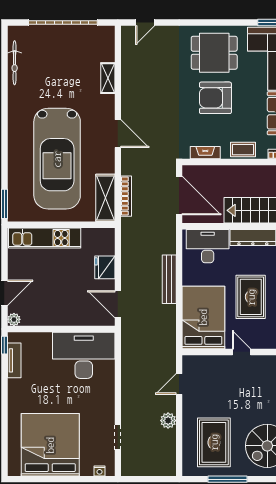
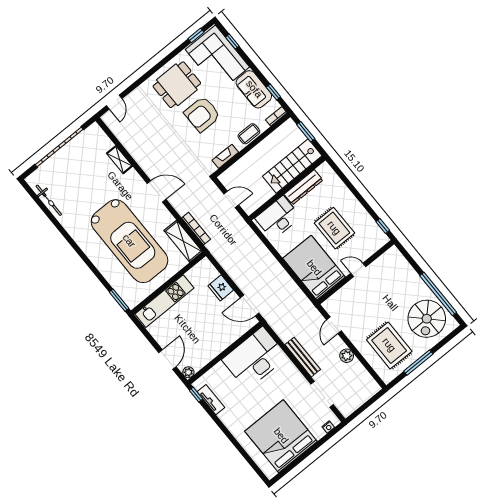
door: (179, 196) -> (231, 199), width x0.53
bench: (169, 279) -> (303, 357), moved
doorway: (118, 437) -> (322, 394), width x1.38

